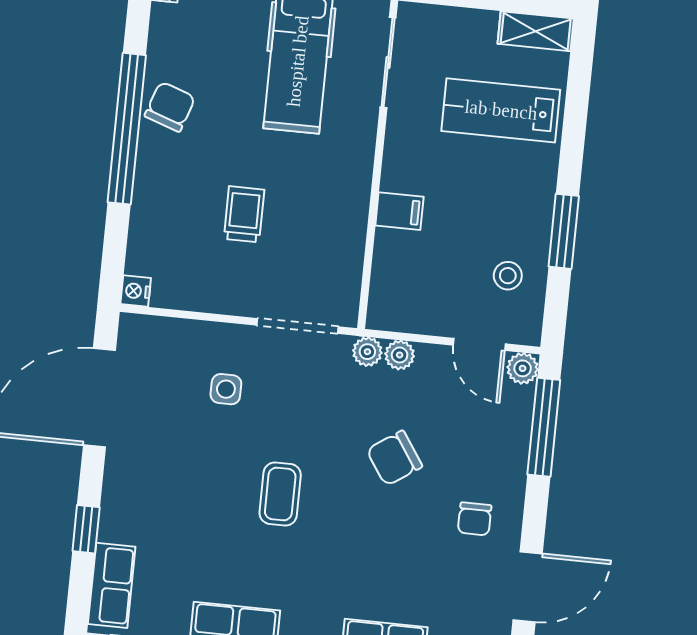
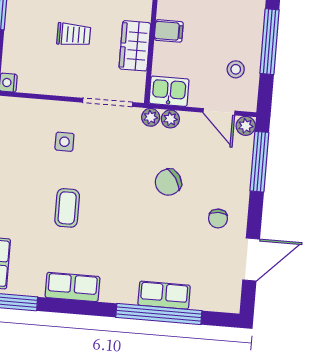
trolley: (244, 214) -> (74, 35), turned 90
window: (564, 231) -> (269, 42), width x1.44
wardrobe: (344, 234) -> (135, 46), added
kitchen sink: (398, 310) -> (169, 91), added
coffee table: (280, 494) -> (67, 208), moved

